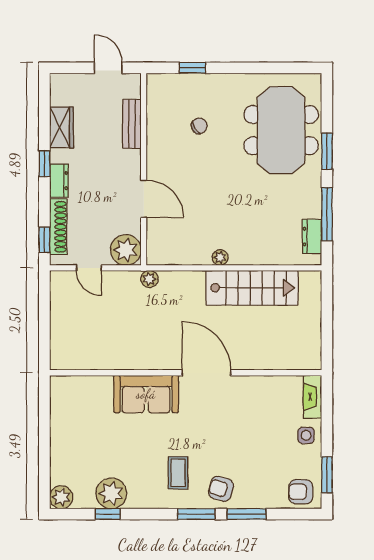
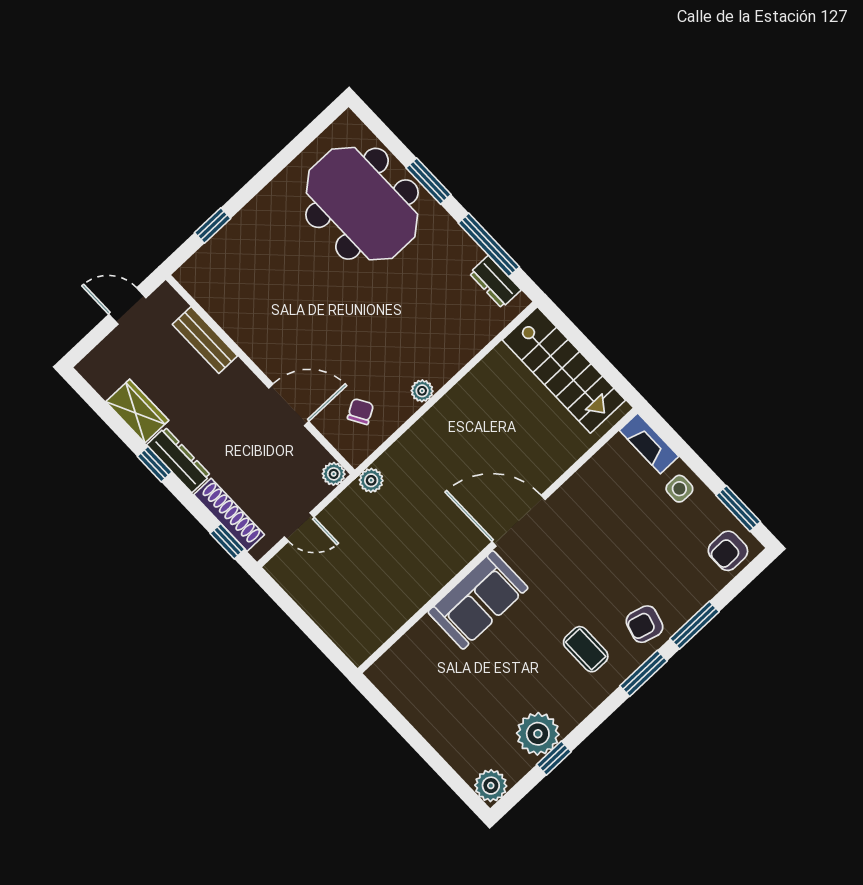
chair: (199, 126) -> (360, 411), moved
dresser: (59, 181) -> (179, 460), width x1.44
plant: (126, 250) -> (334, 474), width x0.53, depth x0.53
stairs: (252, 288) -> (564, 370), moved, turned 90

